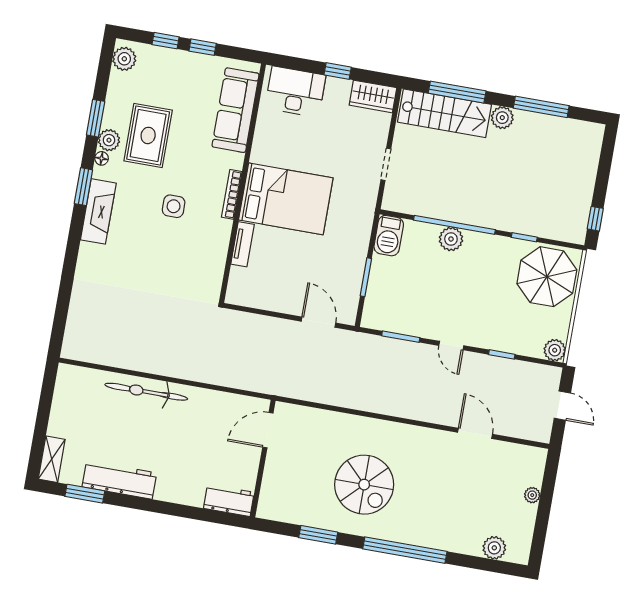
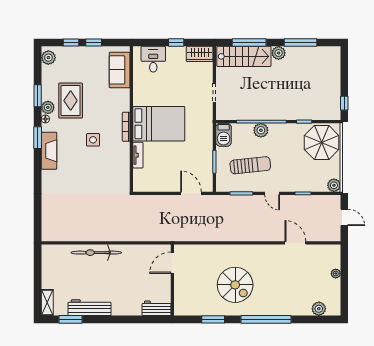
desk: (295, 92) -> (153, 59), width x0.73
sofa: (235, 110) -> (120, 70), width x0.73
sun lounger: (424, 293) -> (250, 165), added

